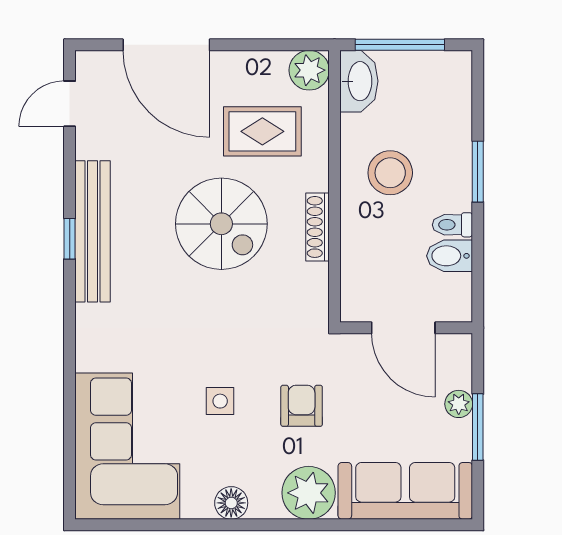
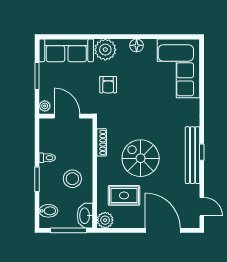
door: (70, 104) -> (202, 207), hinge flipped
shoe rack: (318, 227) -> (102, 142), moved
bidet: (449, 256) -> (48, 211), moved
side table: (220, 401) -> (141, 87), removed
plant: (459, 404) -> (45, 106), moved

